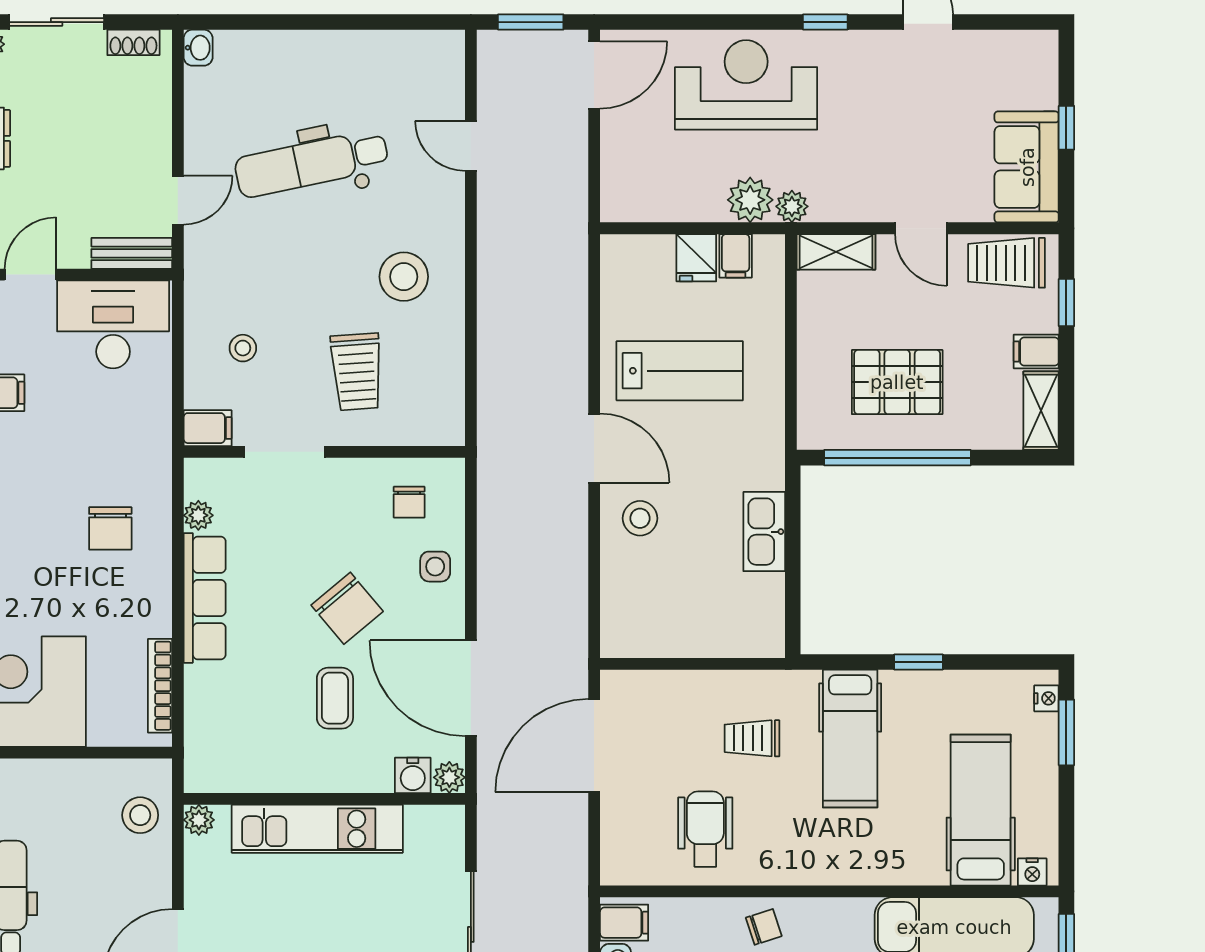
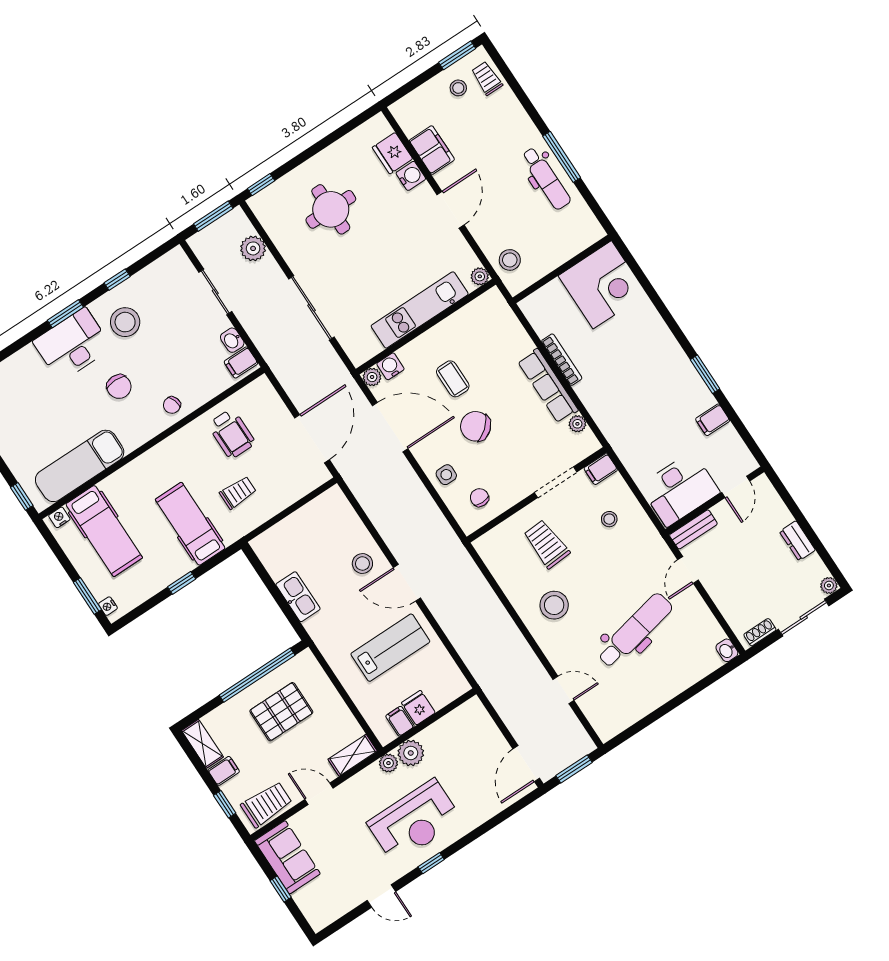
reception desk: (746, 85) -> (414, 821), moved
lab bench: (680, 371) -> (390, 648), turned 180
chair: (110, 528) -> (616, 389), removed
bookcase: (160, 686) -> (562, 360), moved

